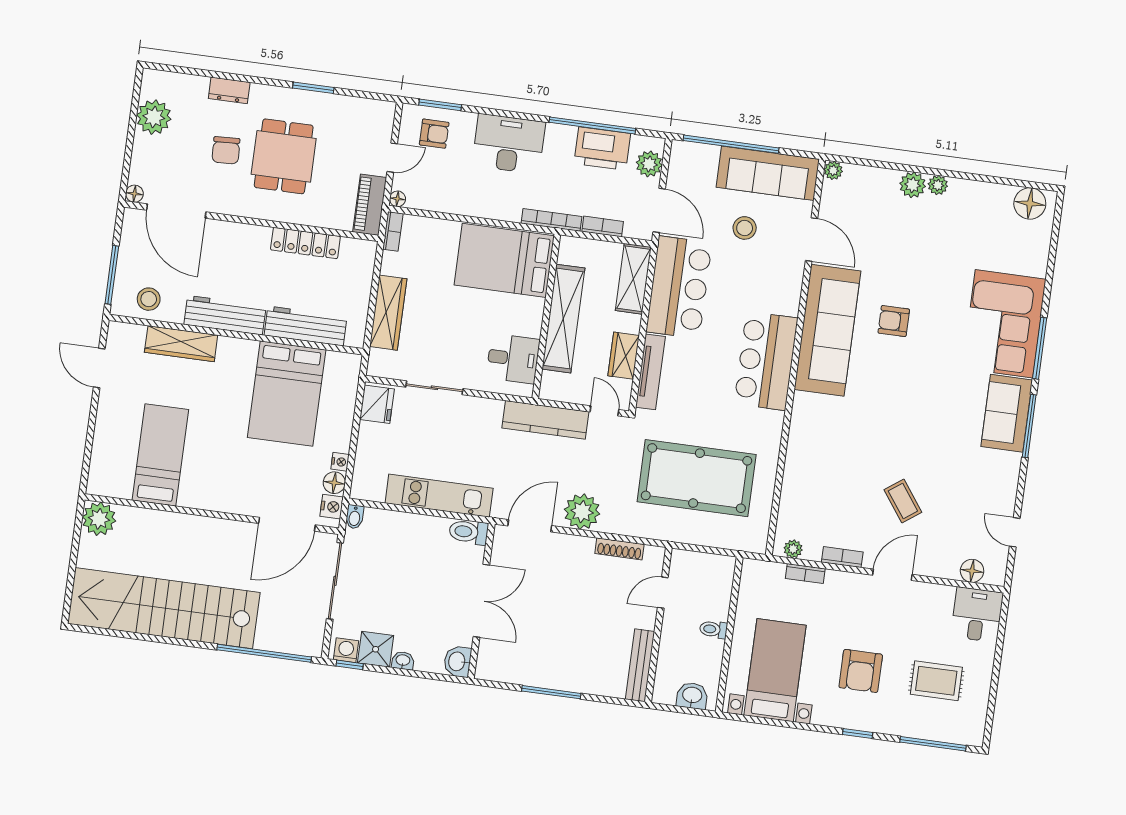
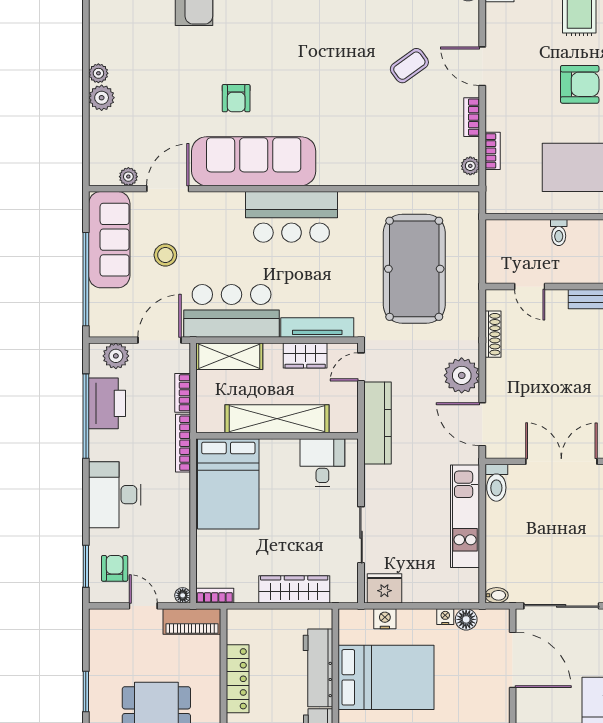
plant: (833, 170) -> (128, 177), moved
nightstand: (332, 507) -> (385, 619), moved

